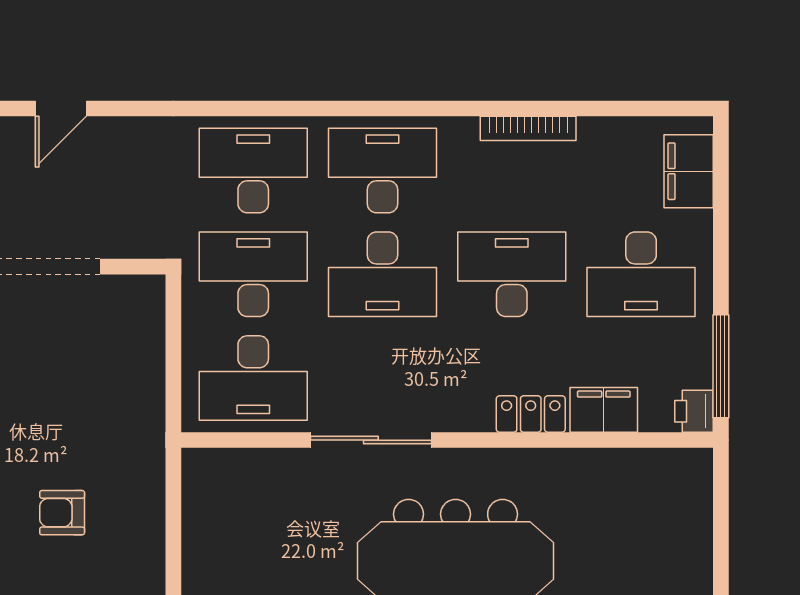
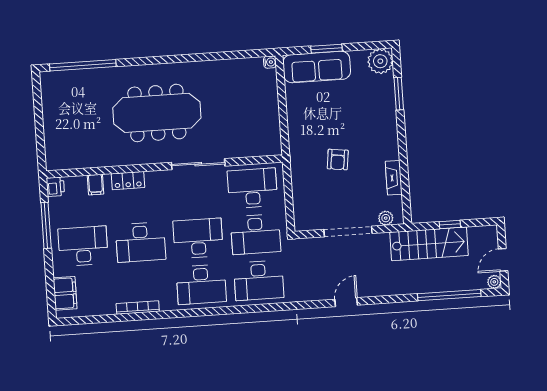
window: (721, 366) -> (46, 225), moved
filing cabinet: (604, 410) -> (96, 185), width x0.50
armchair: (62, 513) -> (338, 160), moved, turned 97

